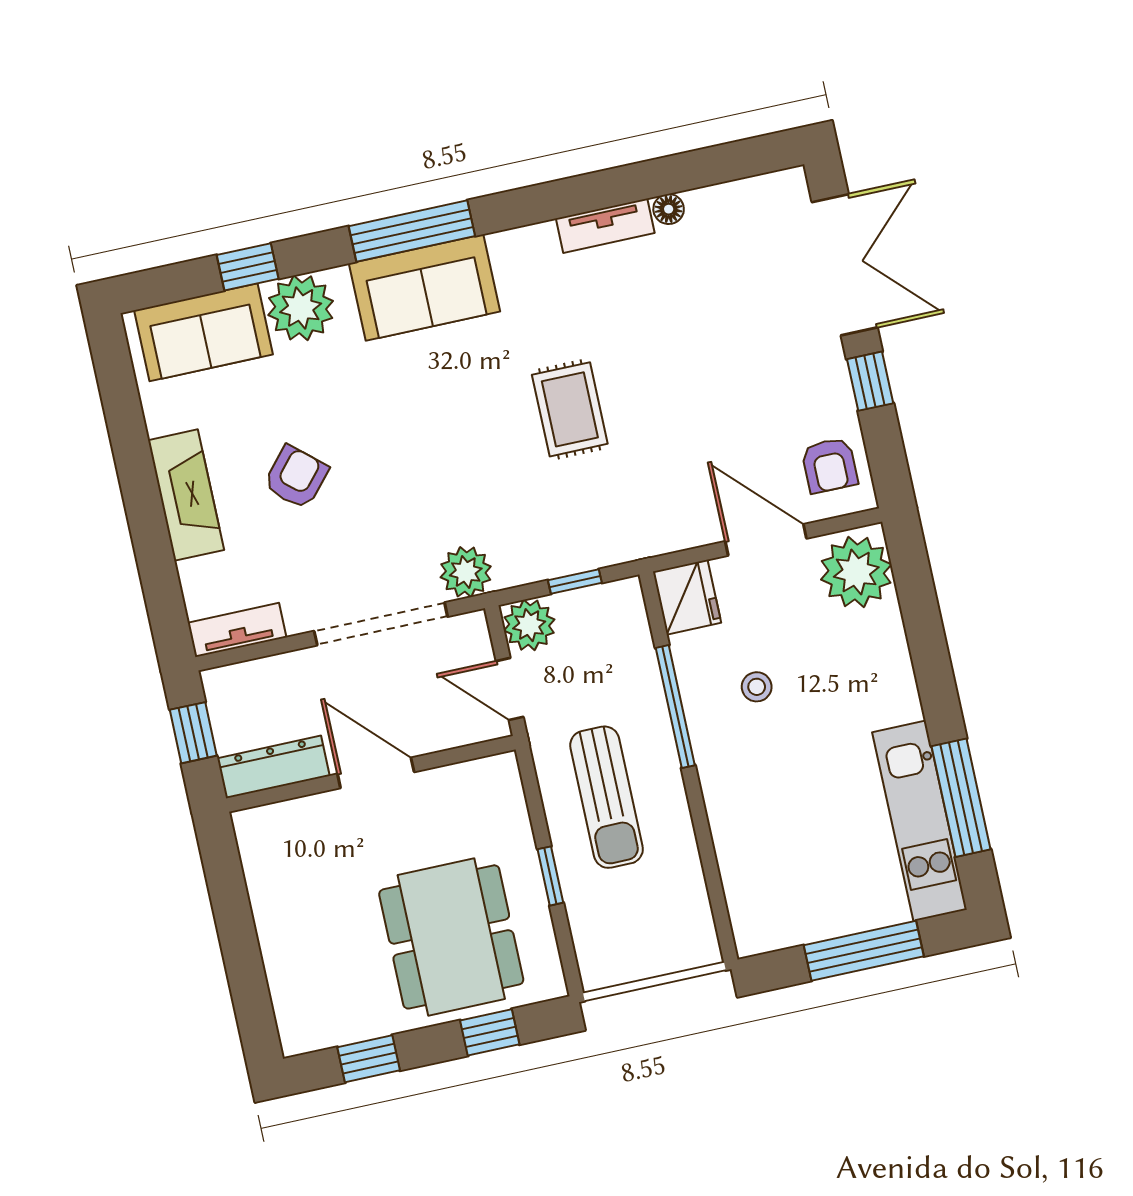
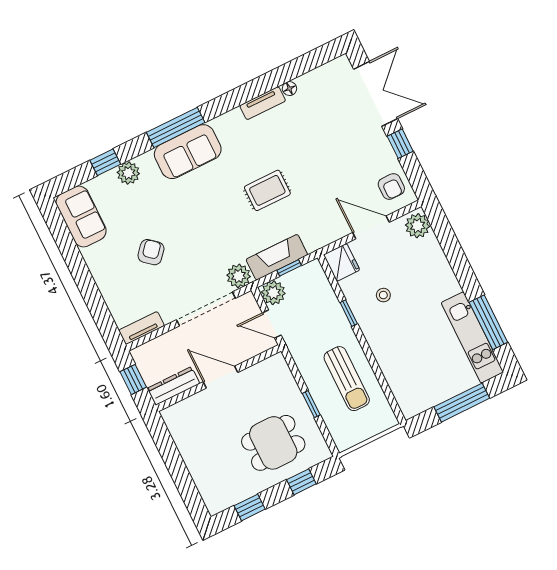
plant: (301, 308) -> (128, 173), width x0.73, depth x0.73
sofa: (204, 332) -> (81, 217), moved, turned -90
rug: (570, 409) -> (267, 190), turned 90
fireplace: (186, 495) -> (277, 257), moved, turned -90
plant: (856, 572) -> (418, 226), width x0.73, depth x0.73
window: (675, 707) -> (349, 313), width x0.46
sun lounger: (607, 797) -> (347, 379), moved
dining table: (451, 937) -> (273, 443), width x0.73

